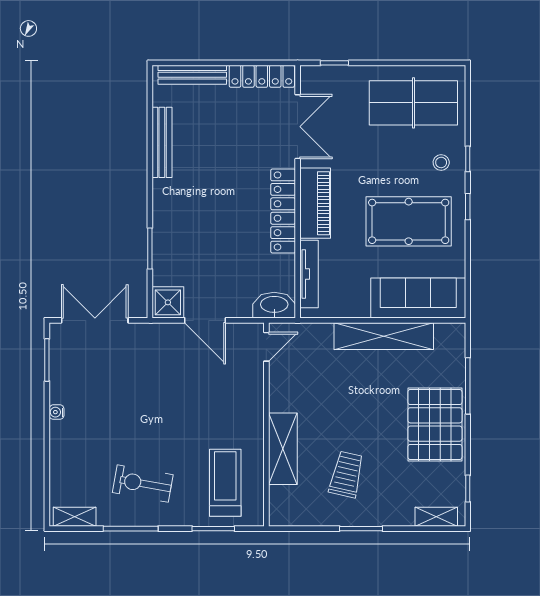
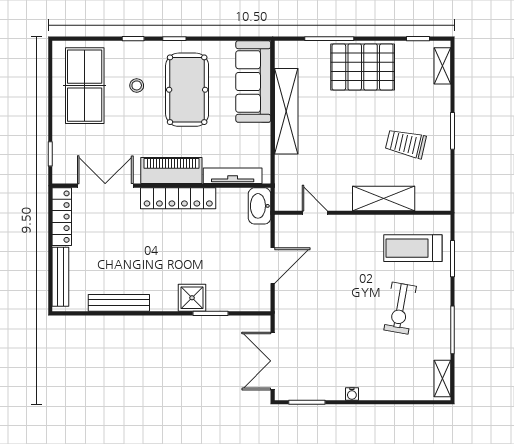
stool: (441, 162) -> (137, 85), moved
shower: (168, 302) -> (192, 298), moved
door: (266, 347) -> (315, 213), moved
exercise bike: (143, 484) -> (400, 308), moved

